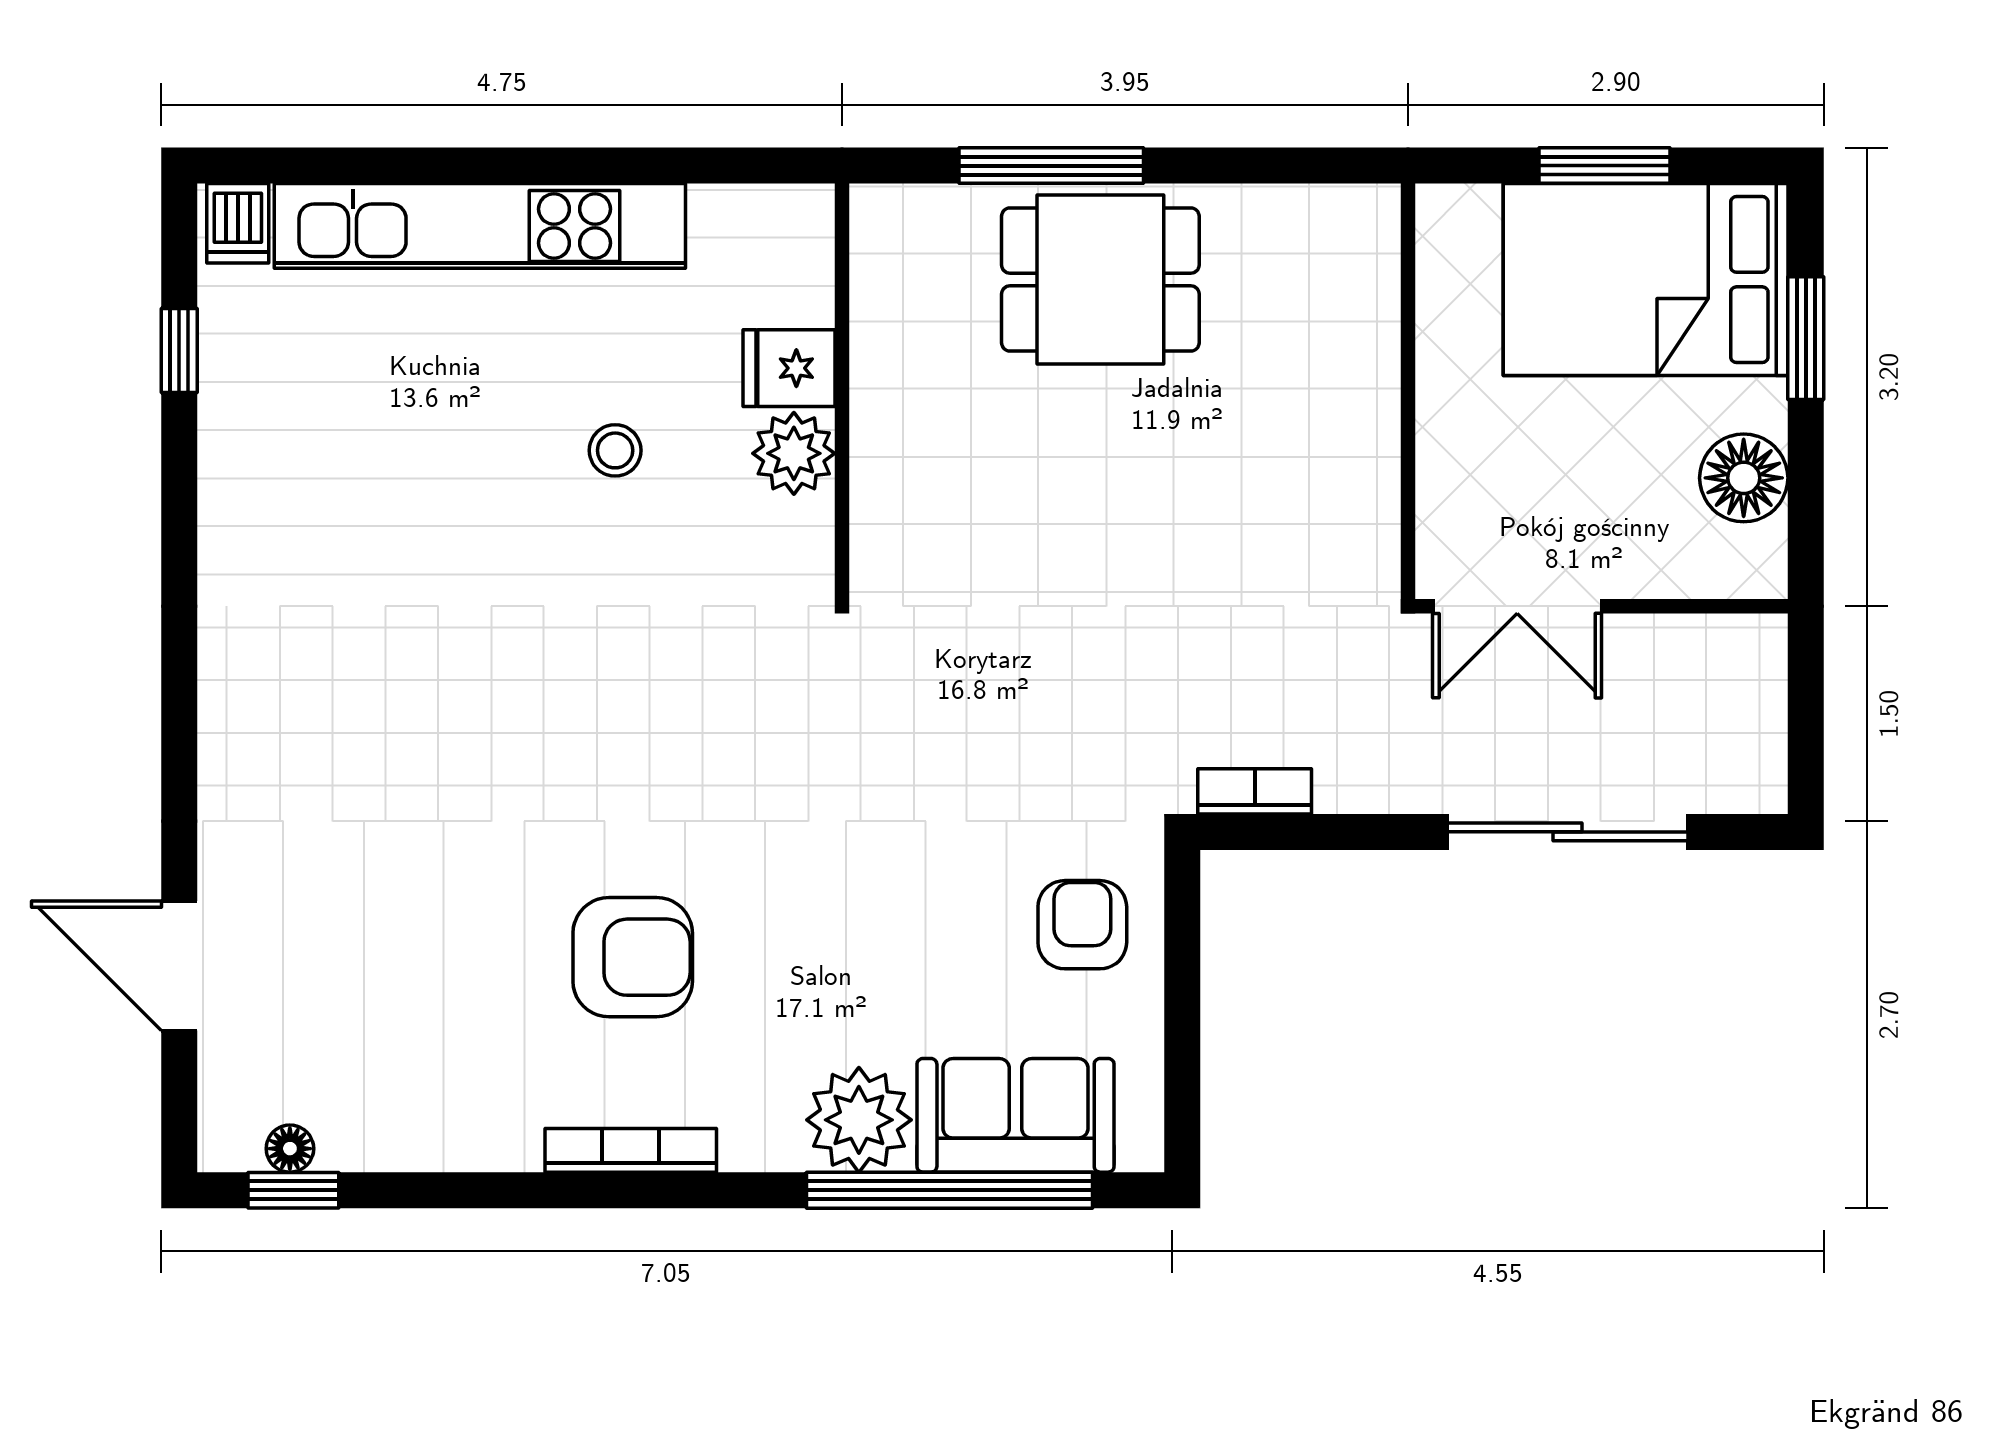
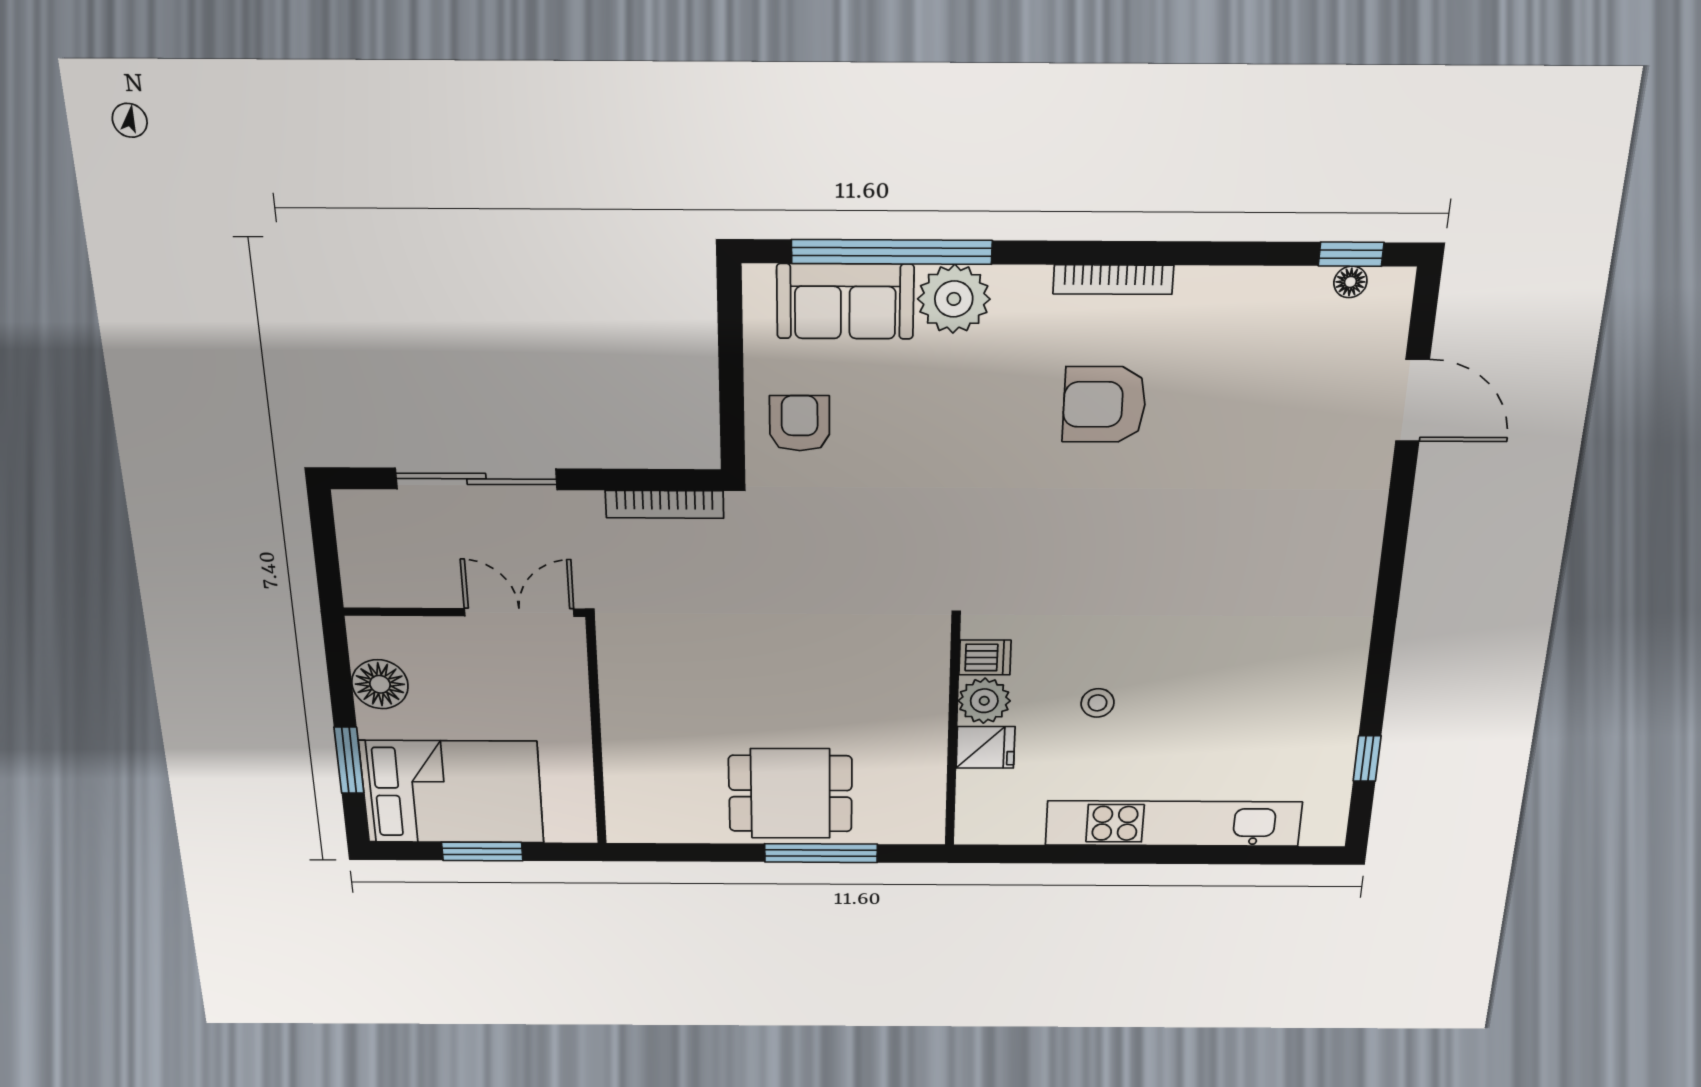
dishwasher: (238, 223) -> (985, 658), moved, turned 90
bookcase: (1255, 791) -> (665, 504), width x1.56
armchair: (1082, 925) -> (800, 423), turned 180

